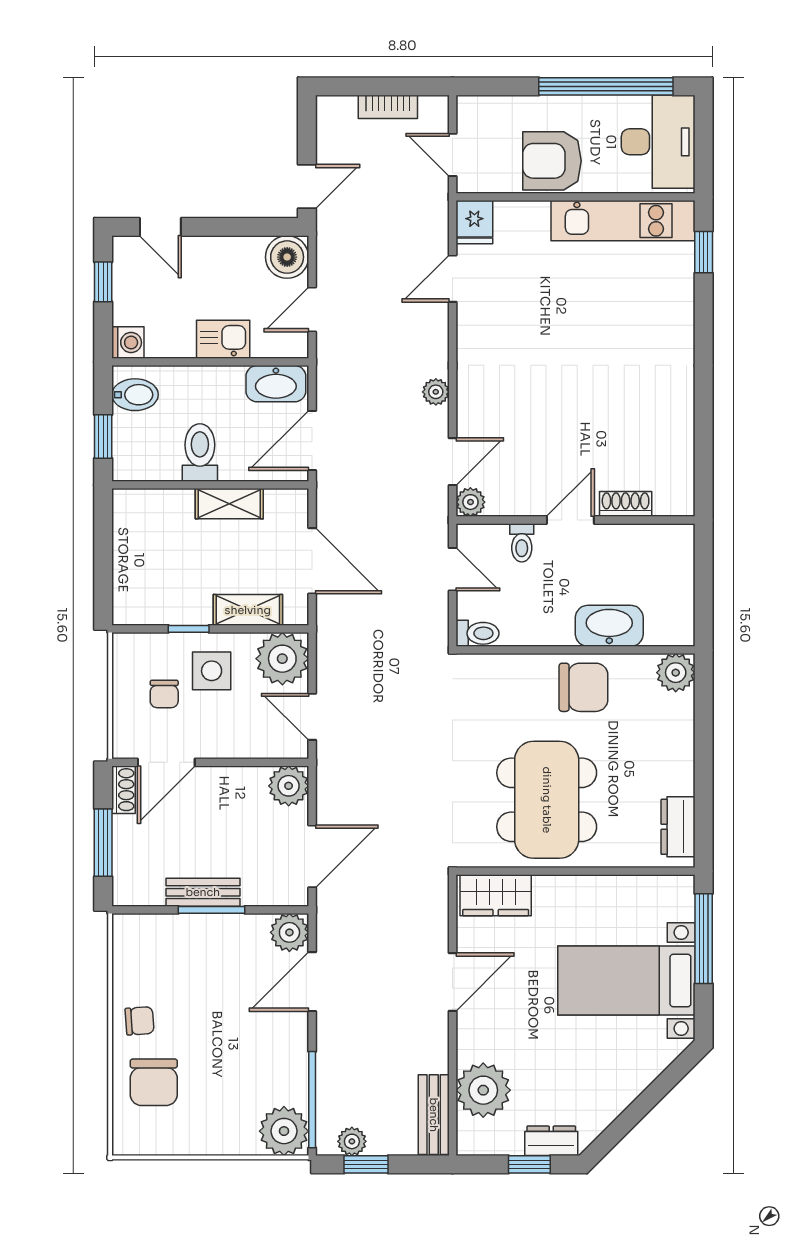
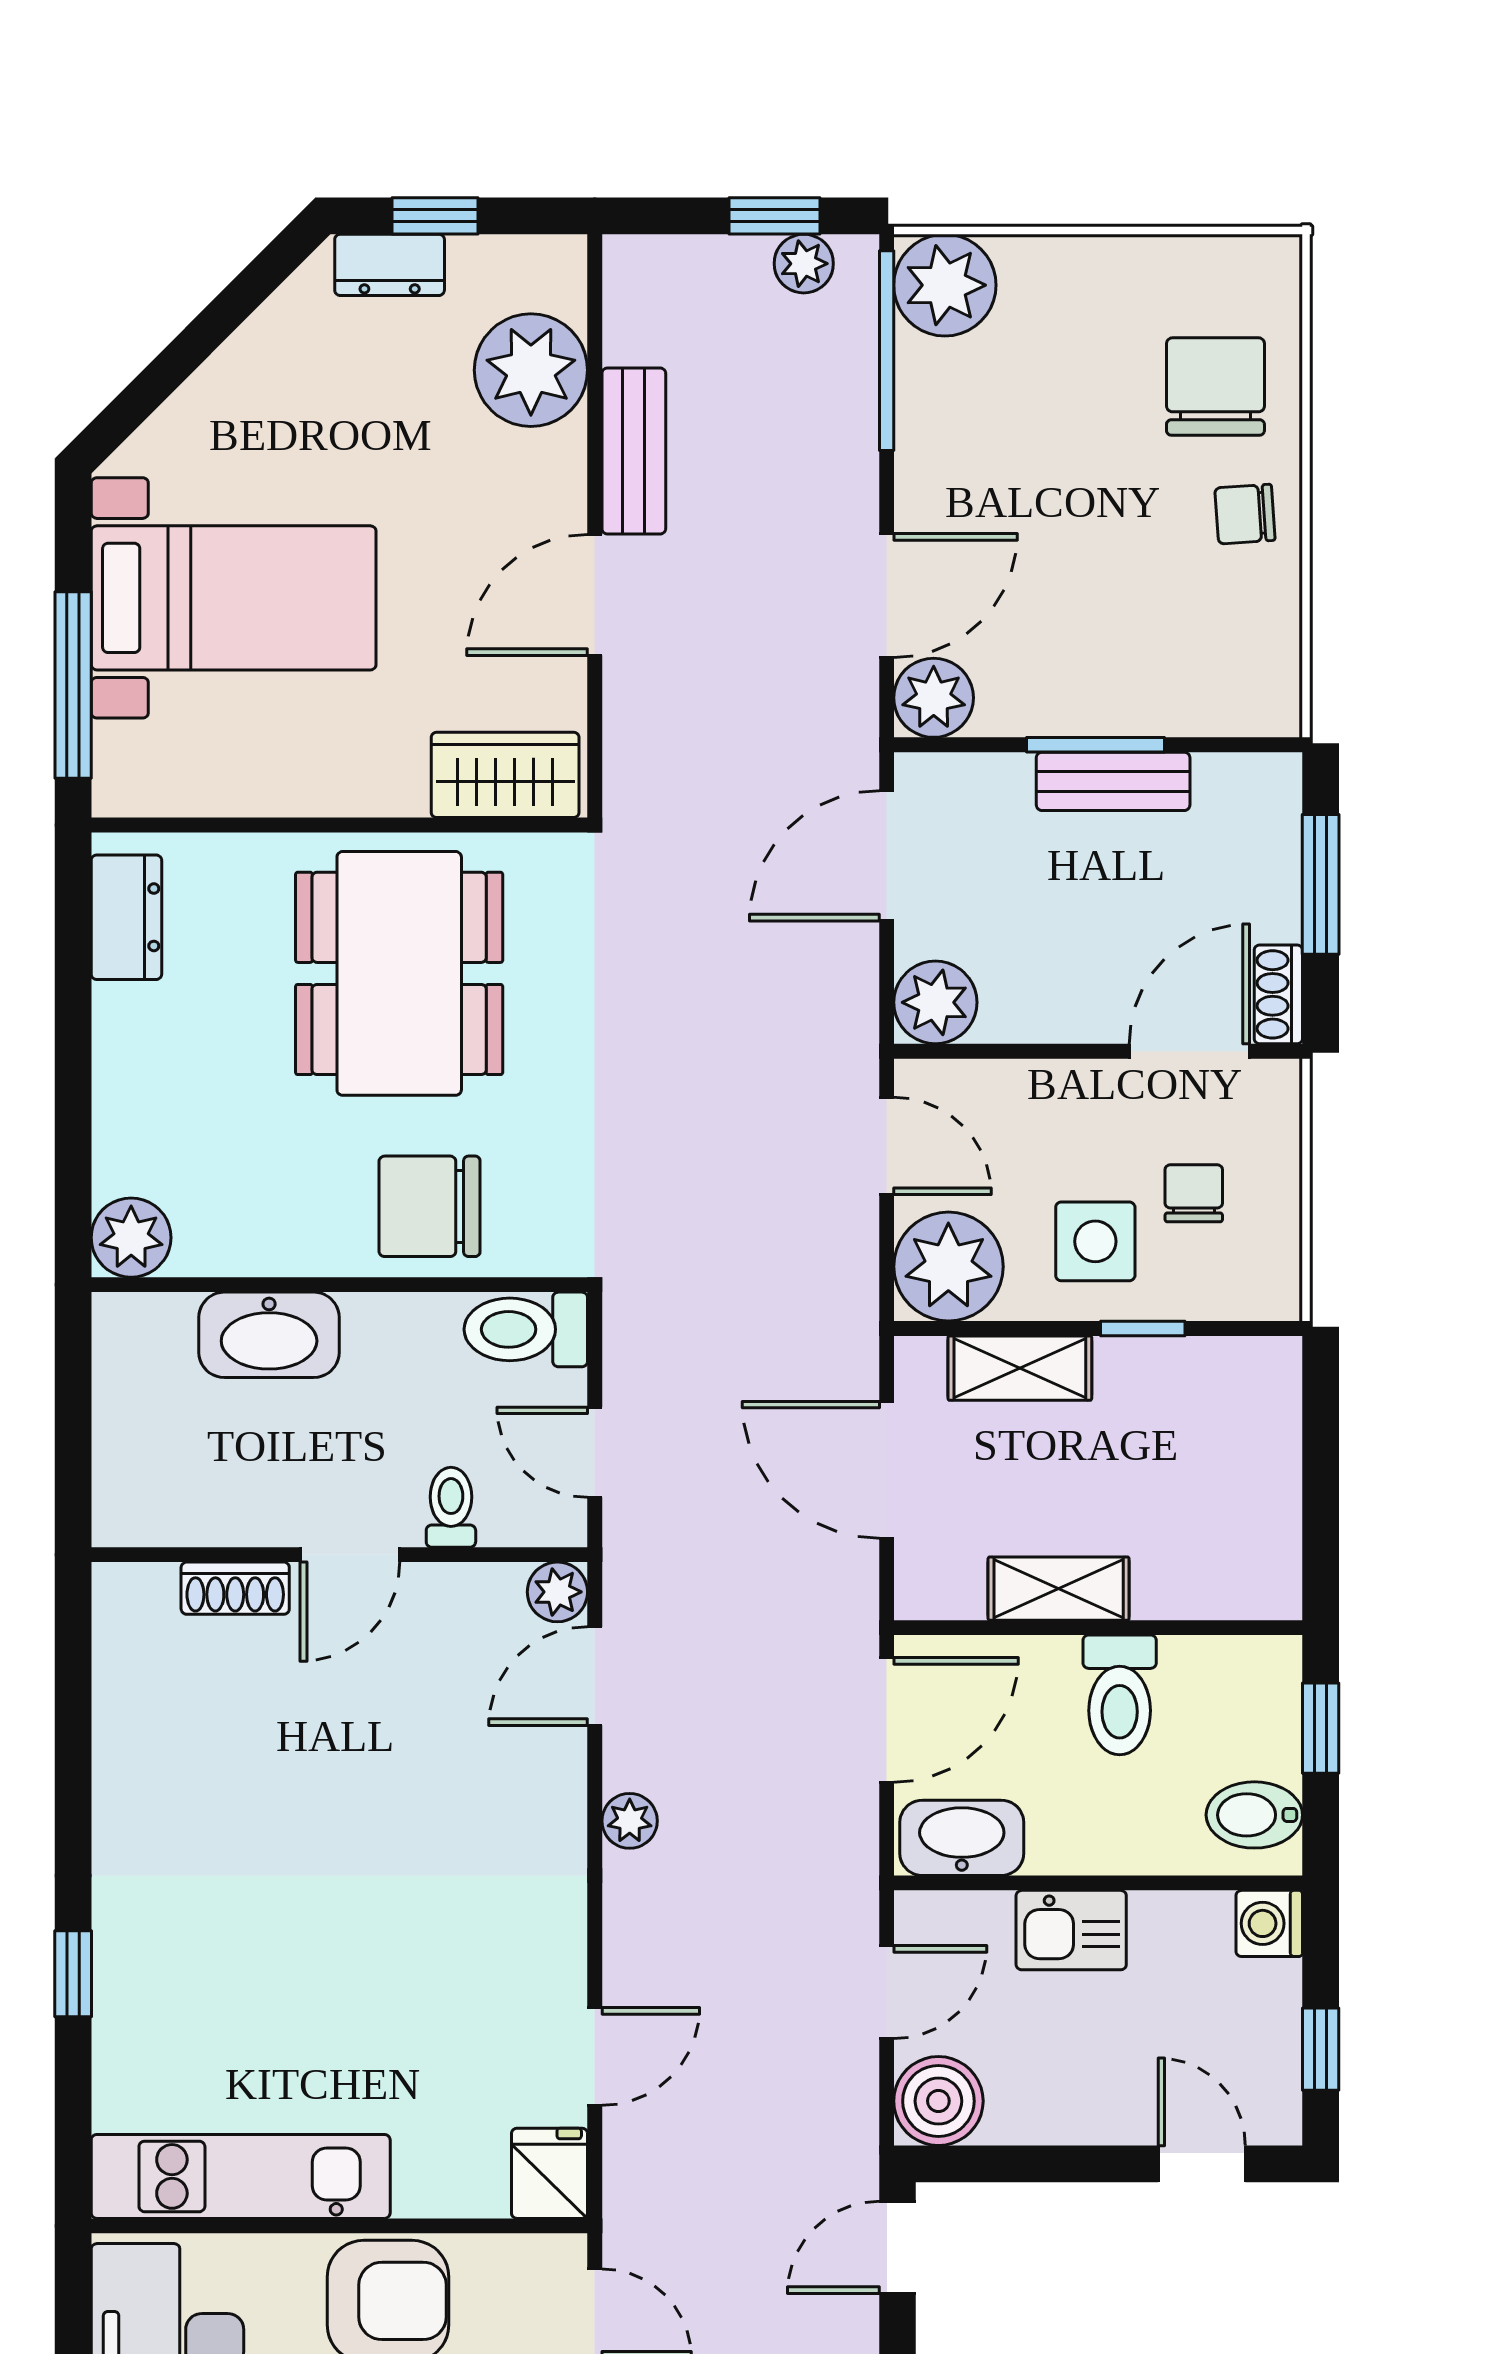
window: (704, 252) -> (73, 1974), moved
toilet: (477, 633) -> (526, 1329), width x1.37, depth x1.39
chair: (583, 687) -> (430, 1206), moved
bench: (434, 1115) -> (634, 451), moved

